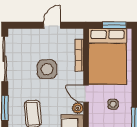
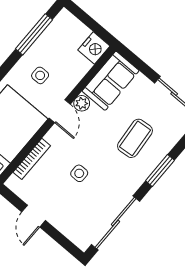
door: (52, 25) -> (34, 216), hinge flipped
side table: (47, 69) -> (79, 173), width x0.54, depth x0.54

